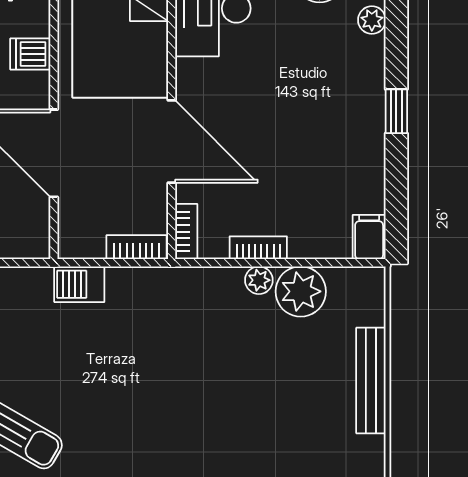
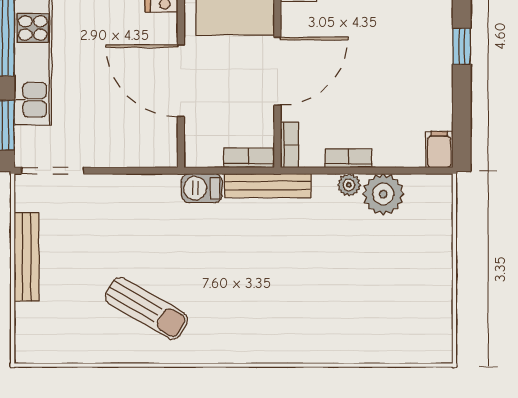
door: (172, 142) -> (277, 71), hinge flipped
bench: (371, 380) -> (268, 186), moved, turned 90

